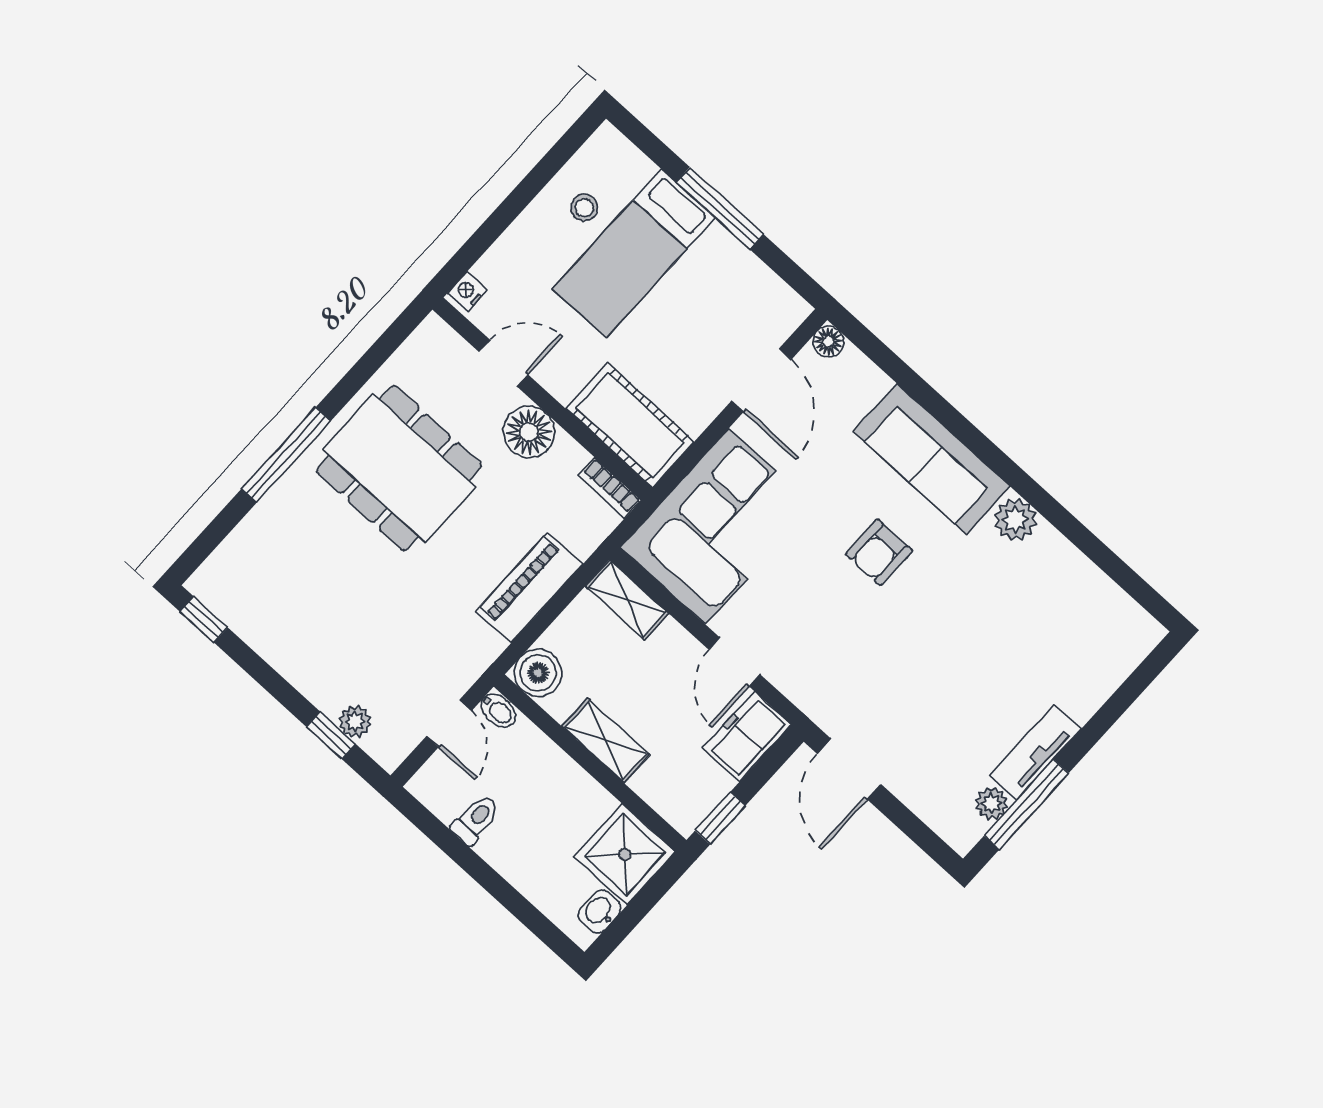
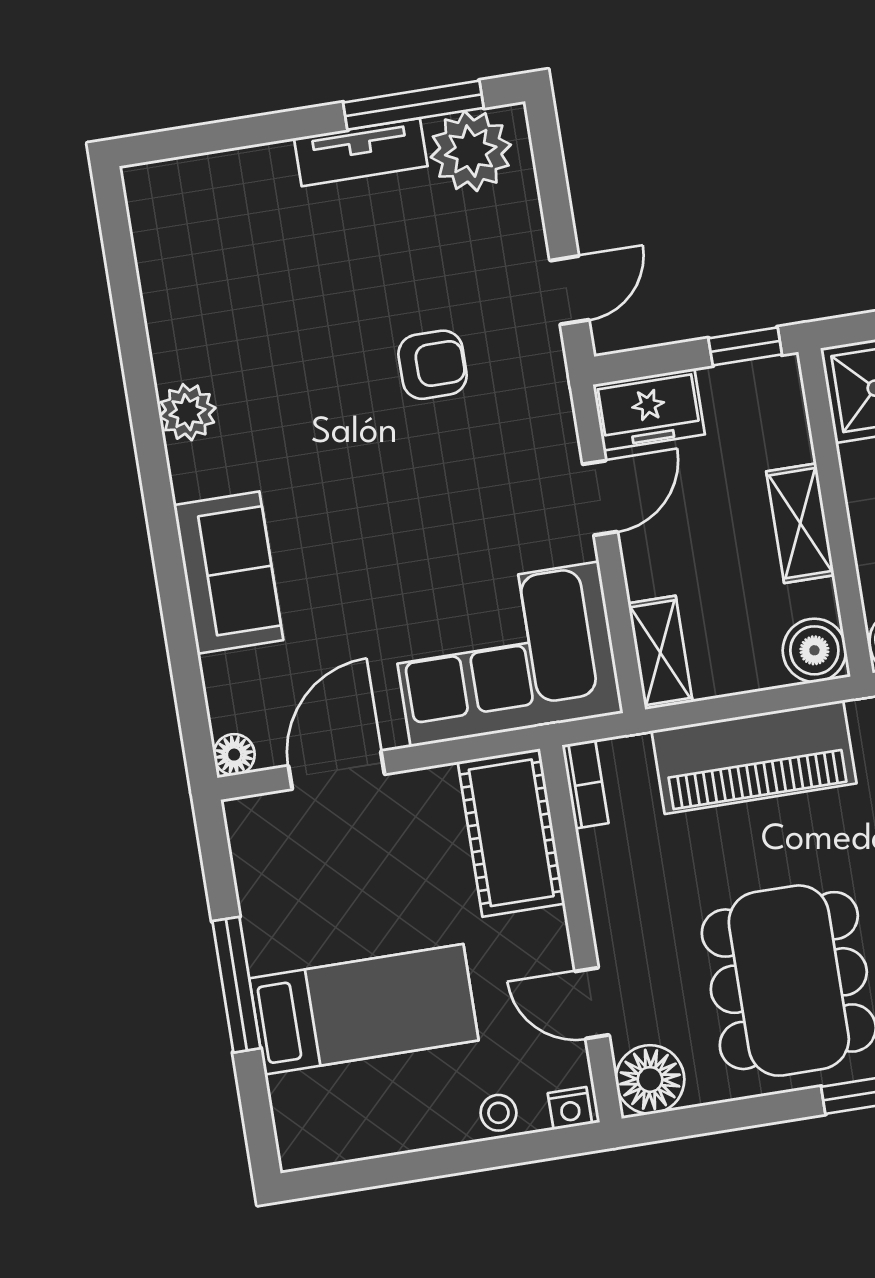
stool: (584, 208) -> (498, 1113), moved
floor lamp: (529, 432) -> (650, 1079), moved
sofa: (932, 459) -> (228, 573), width x0.73
armchair: (879, 552) -> (433, 365), moved
piano: (529, 588) -> (754, 757), width x1.37, depth x1.33
door: (849, 769) -> (569, 290), width x0.73
plant: (992, 803) -> (471, 151), width x1.87, depth x1.87

